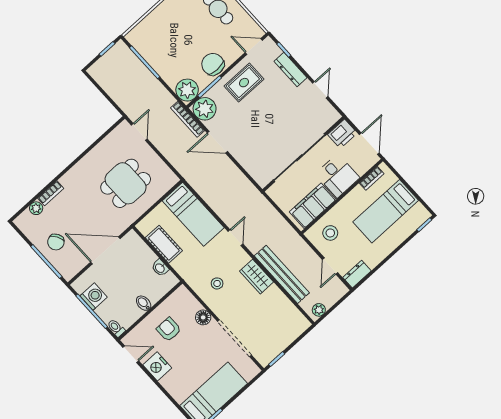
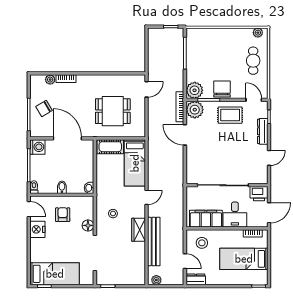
cot: (164, 244) -> (110, 147), moved, turned 90
door: (330, 266) -> (185, 261), swing flipped
washbasin: (160, 268) -> (89, 188), moved
washing machine: (94, 297) -> (37, 147), moved

